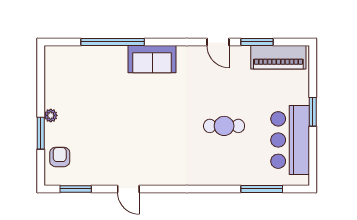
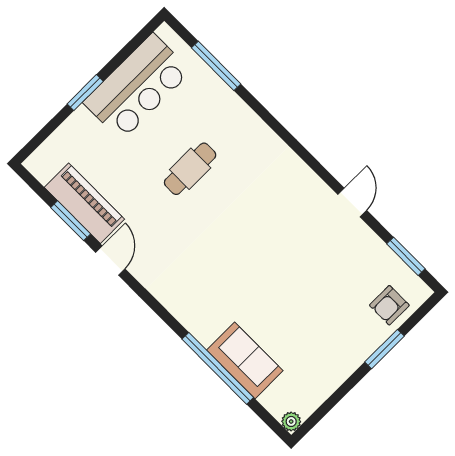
piano: (278, 57) -> (84, 203), moved
sofa: (152, 59) -> (245, 360), moved
plant: (51, 115) -> (291, 421), moved
cafe table: (224, 126) -> (190, 169), turned 90

